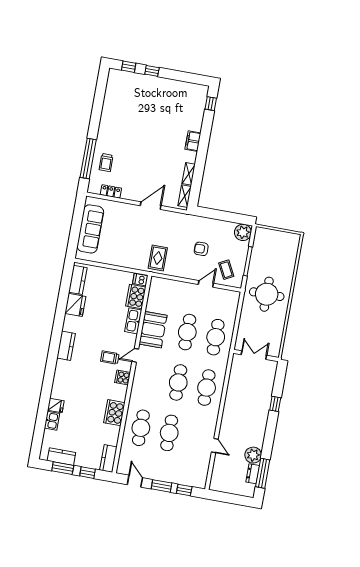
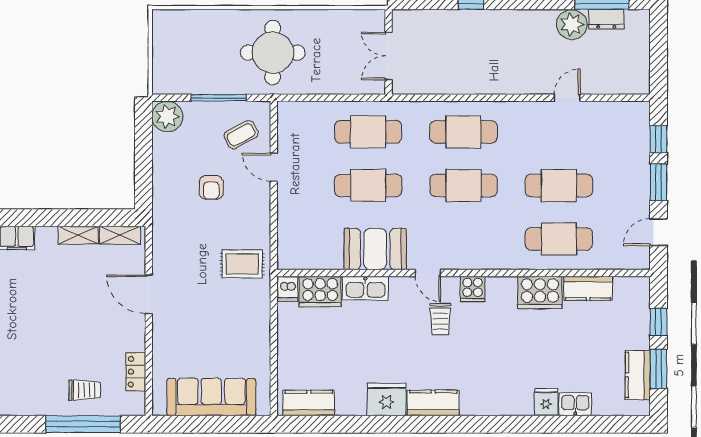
fridge: (75, 305) -> (387, 399), moved
kitchen counter: (108, 459) -> (588, 288), moved

